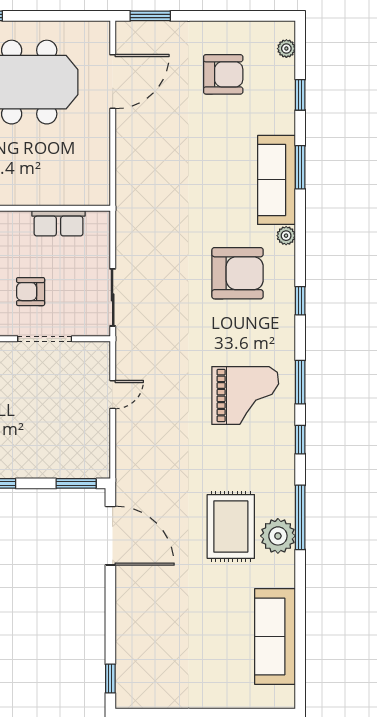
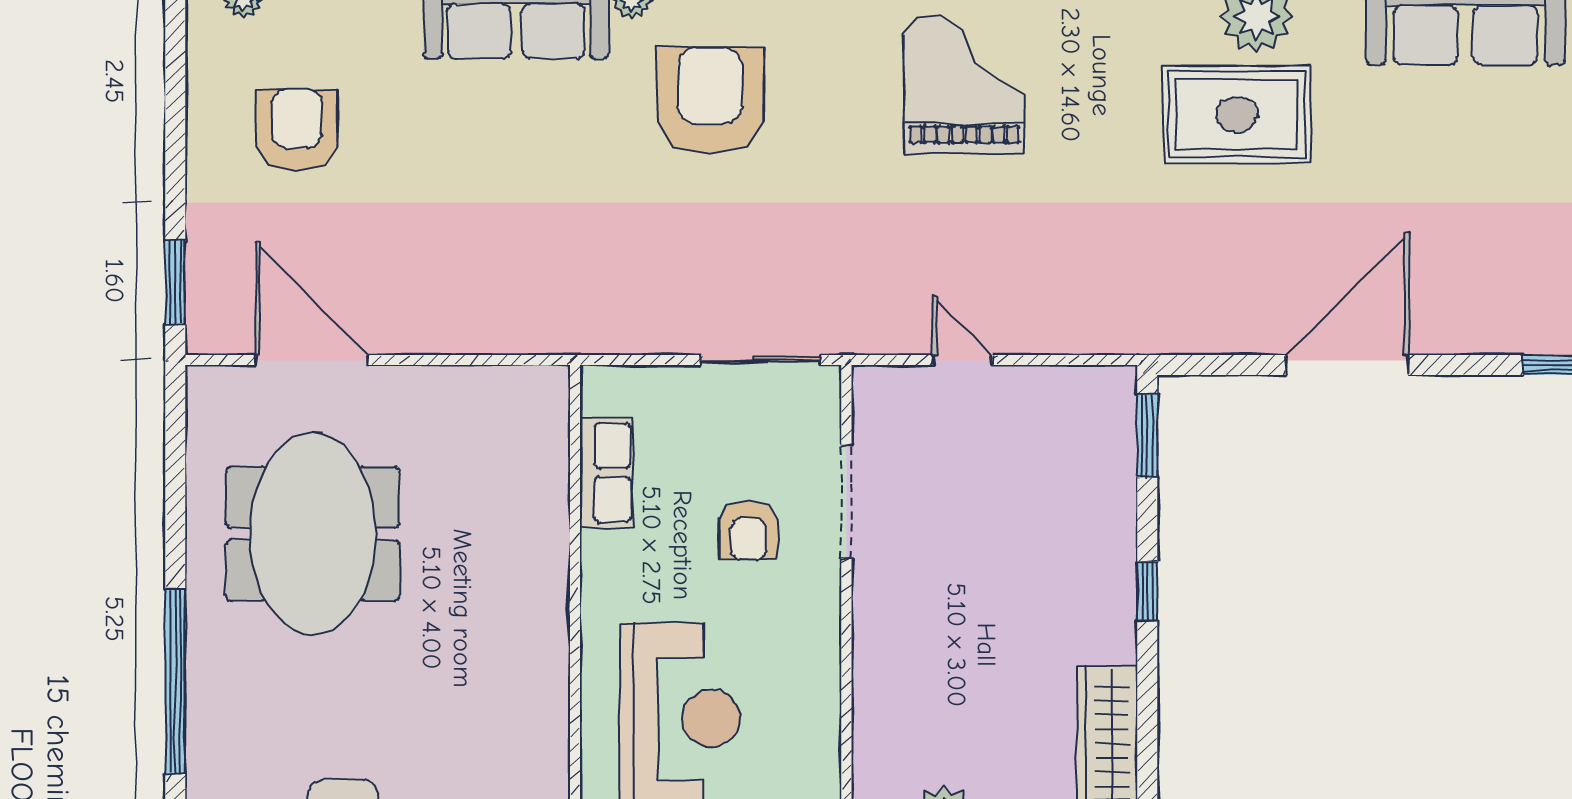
door: (110, 536) -> (1347, 365), moved

